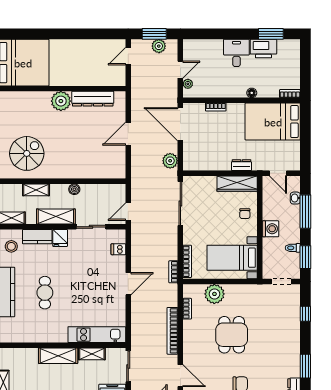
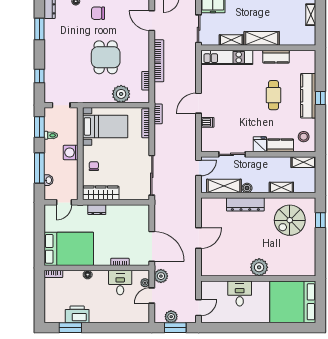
desk: (236, 53) -> (120, 283), moved, turned 180
desk: (82, 72) -> (240, 293), added
dresser: (93, 99) -> (245, 204), moved, turned 180
plant: (170, 161) -> (161, 276), moved
door: (278, 173) -> (64, 202), swing flipped
shelving: (56, 216) -> (224, 186), moved
dishwasher: (118, 249) -> (207, 122), moved
kitchen counter: (42, 335) -> (276, 57), added

